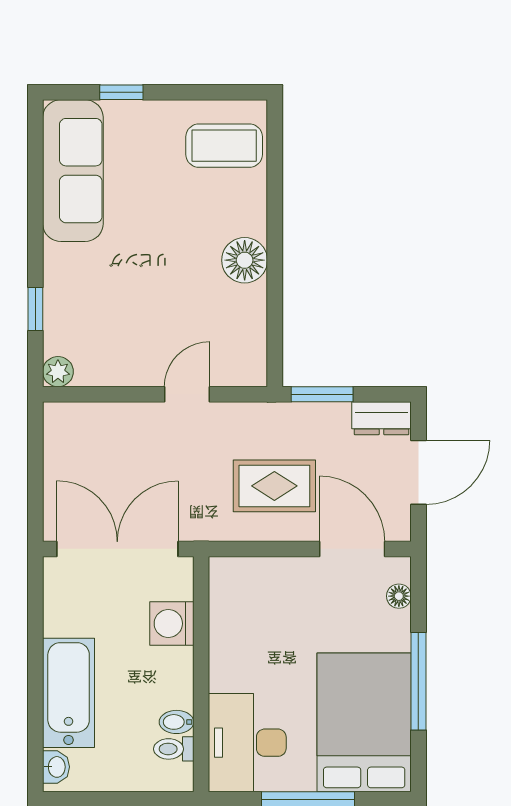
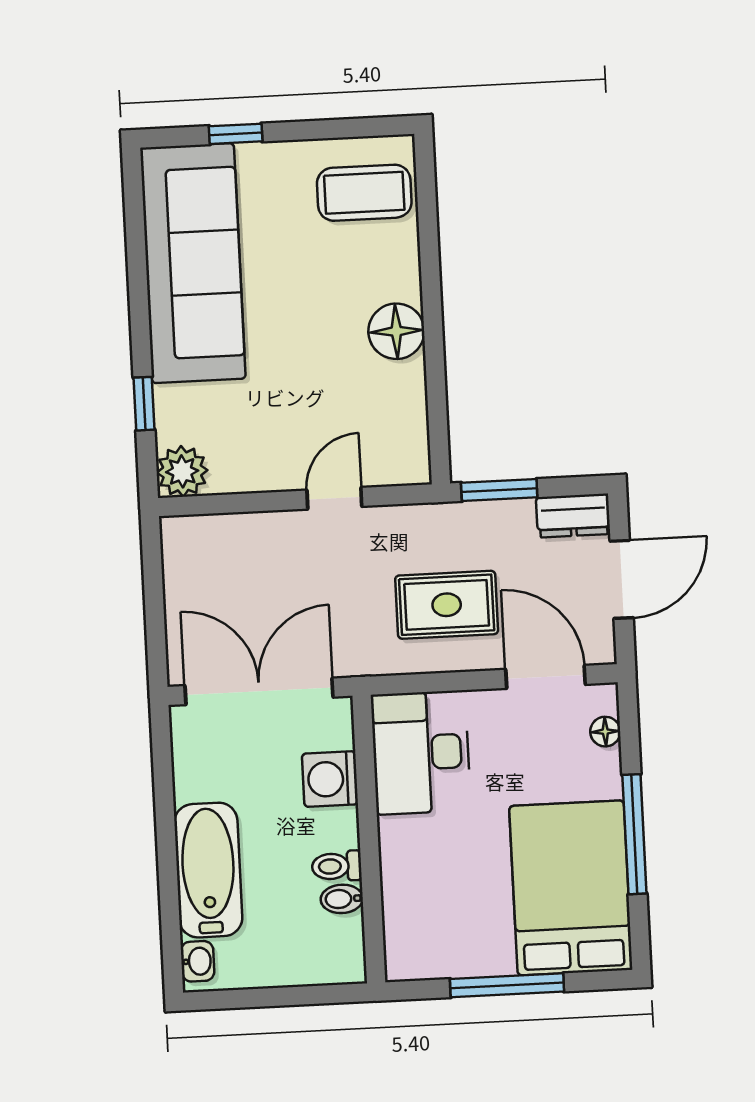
sofa: (73, 171) -> (193, 263), width x1.36, depth x1.27
plant: (58, 372) -> (182, 471), width x1.38, depth x1.38
desk: (247, 743) -> (421, 753), moved
toilet: (174, 749) -> (337, 866), moved

